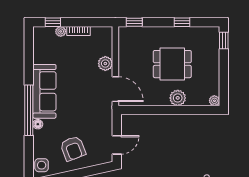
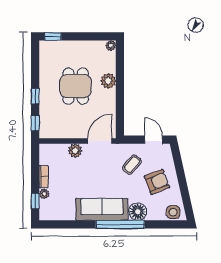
window: (182, 22) -> (35, 96), moved
coffee table: (91, 122) -> (132, 165), added
floor lamp: (38, 124) -> (138, 212), width x1.89, depth x1.89

